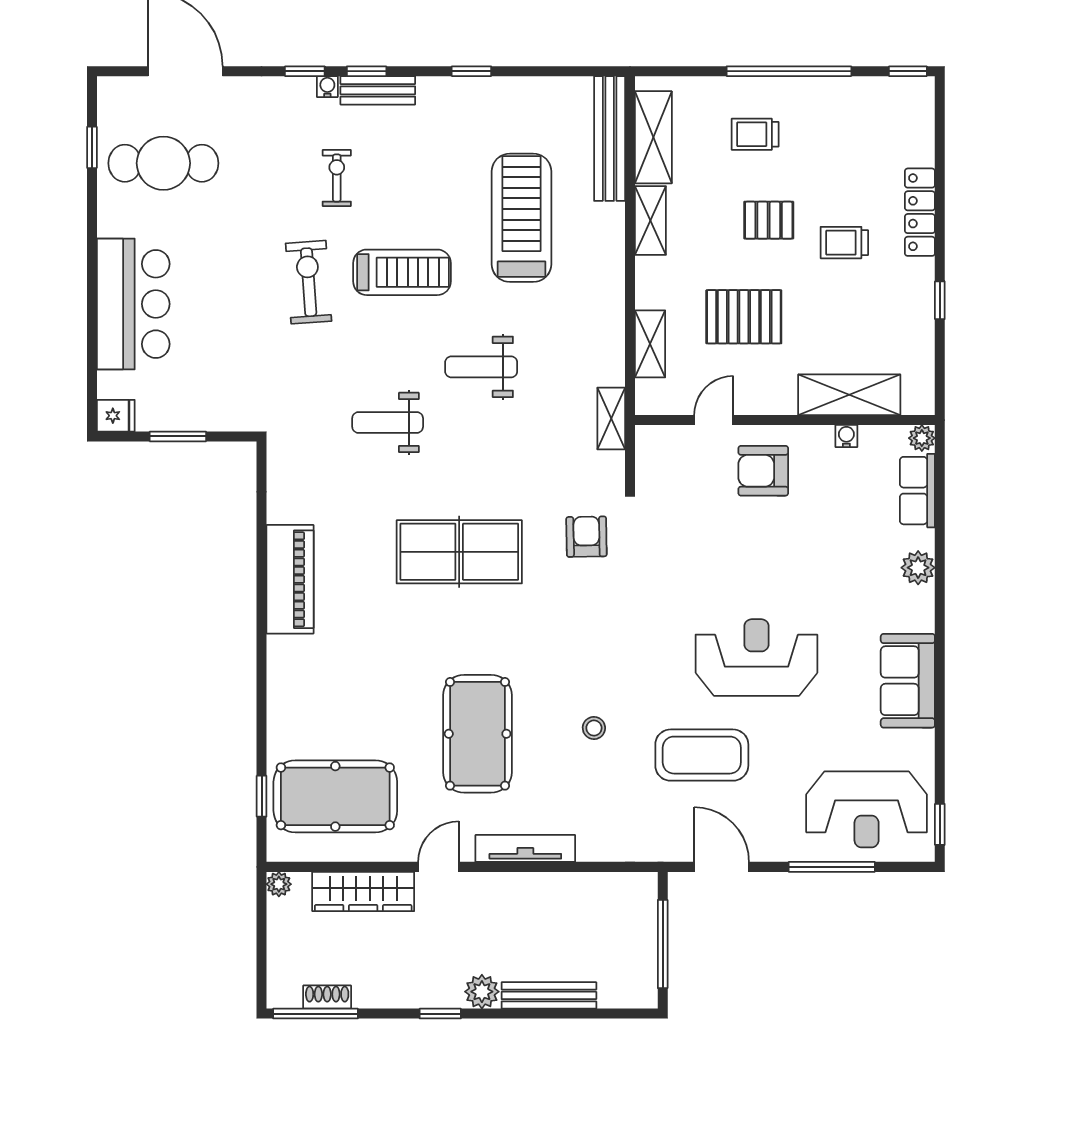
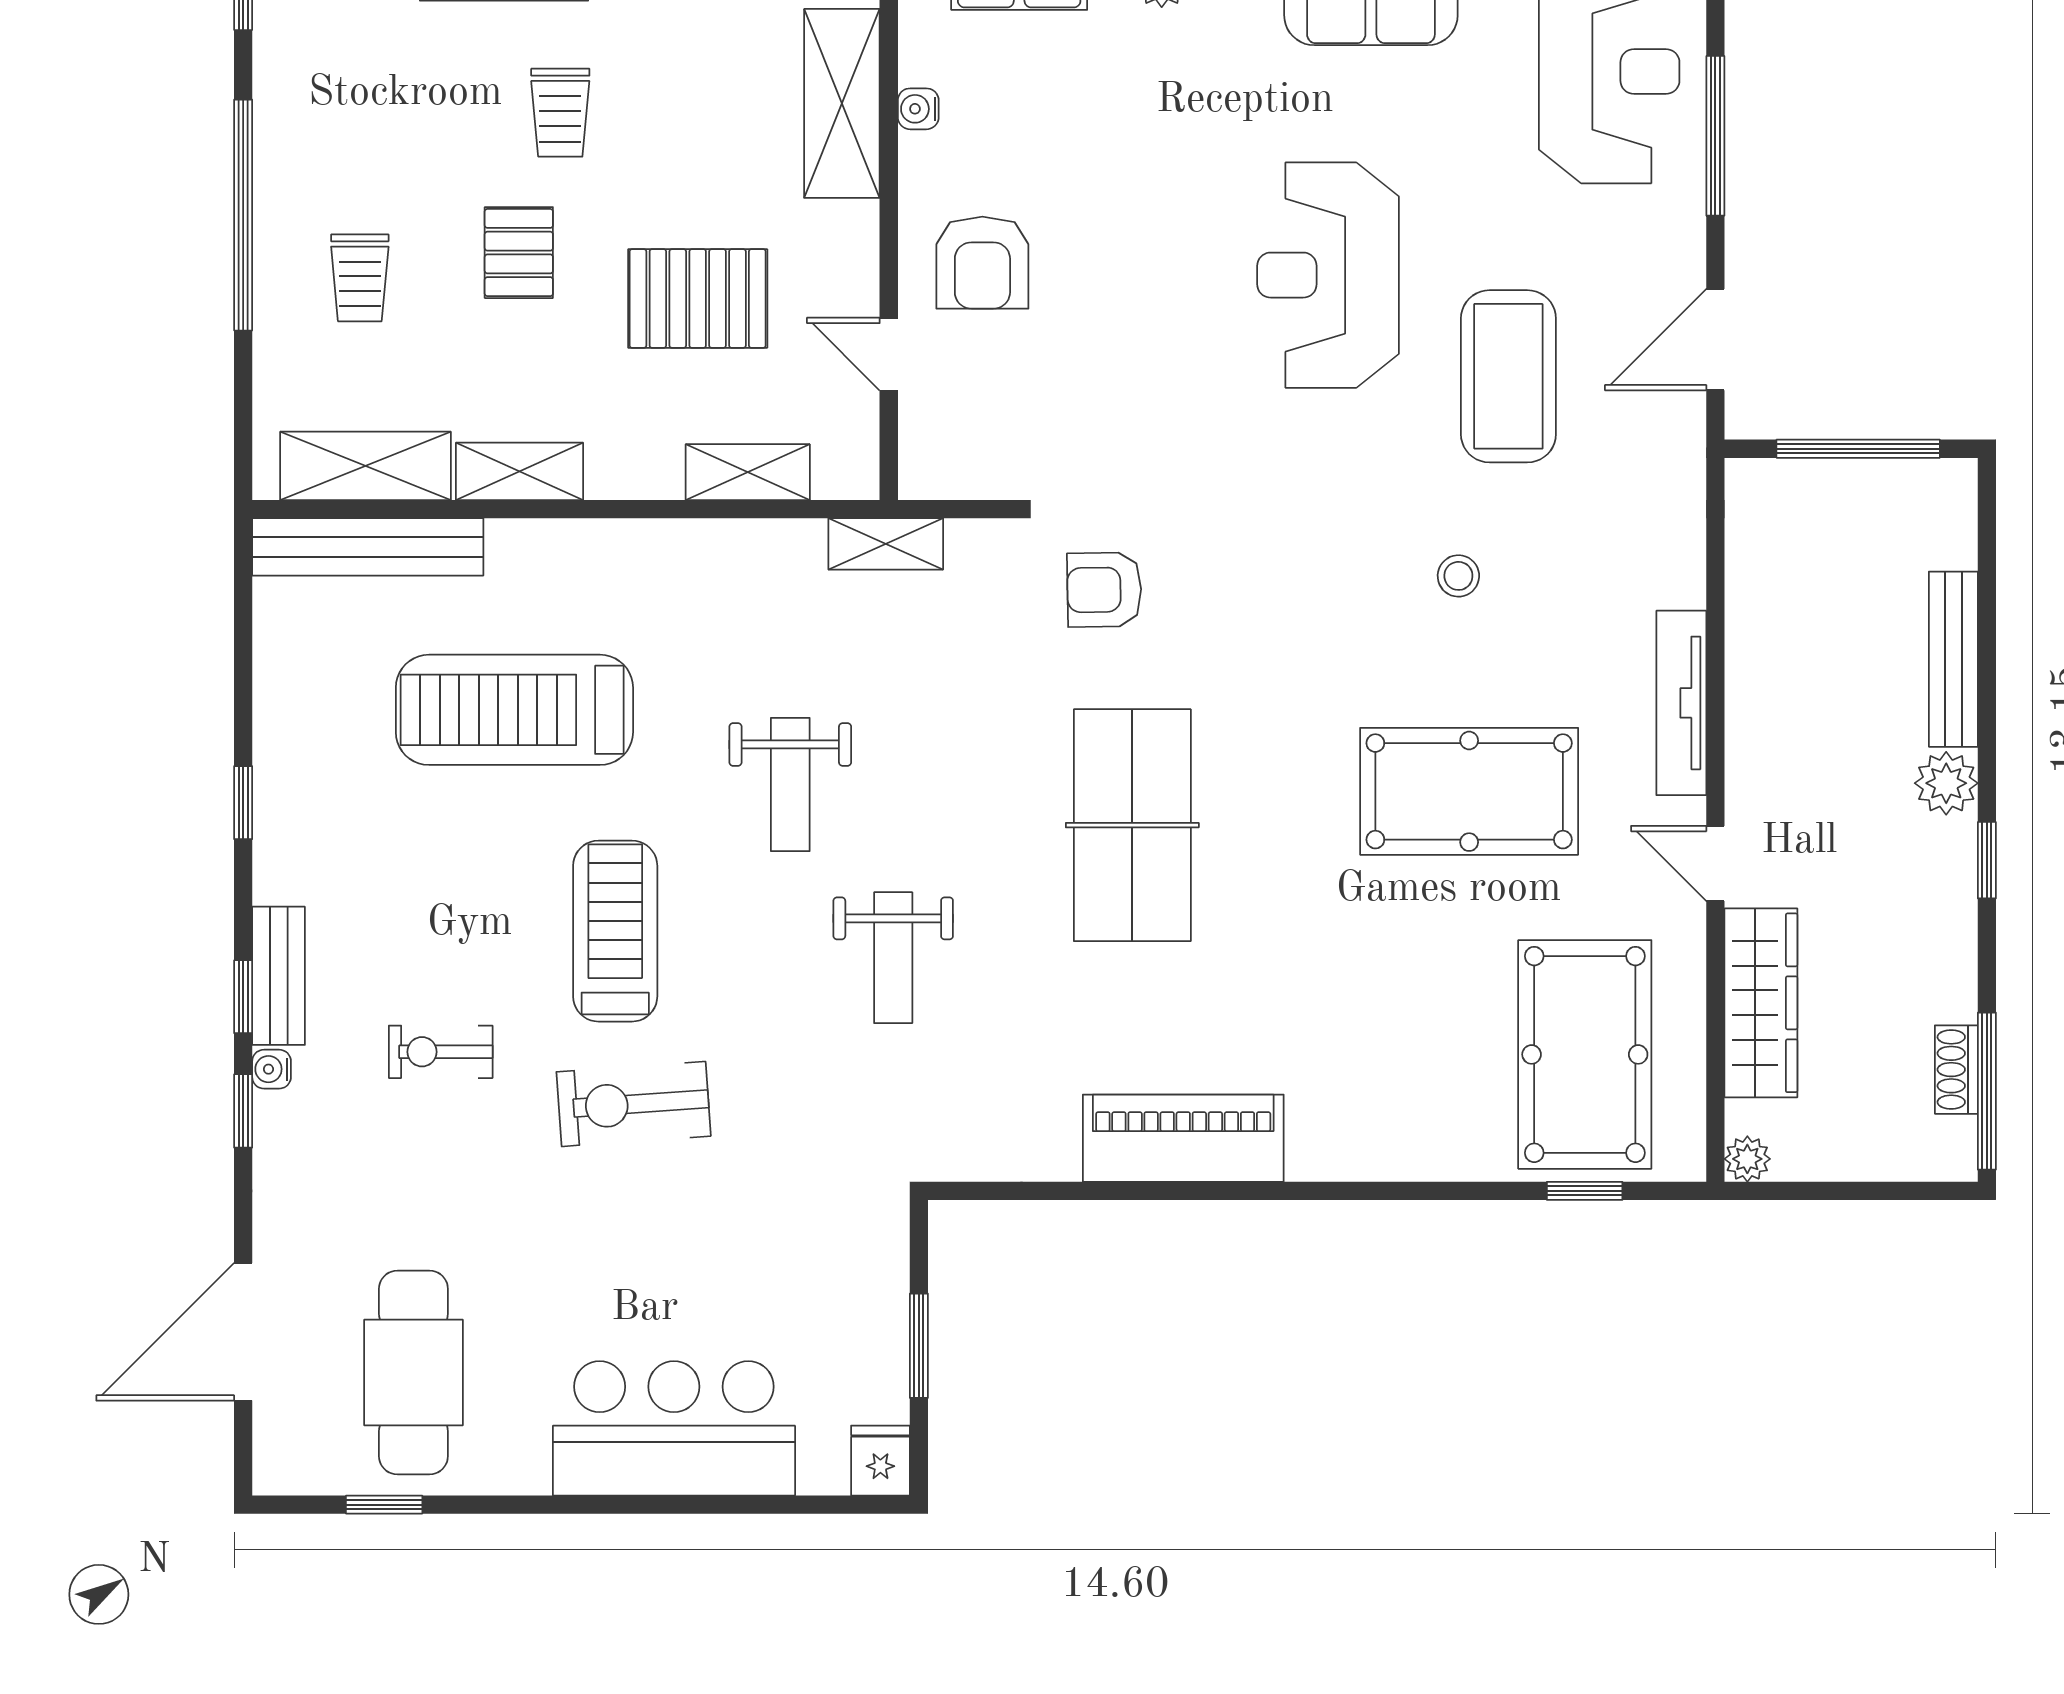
pallet: (744, 317) -> (698, 298), turned 90

